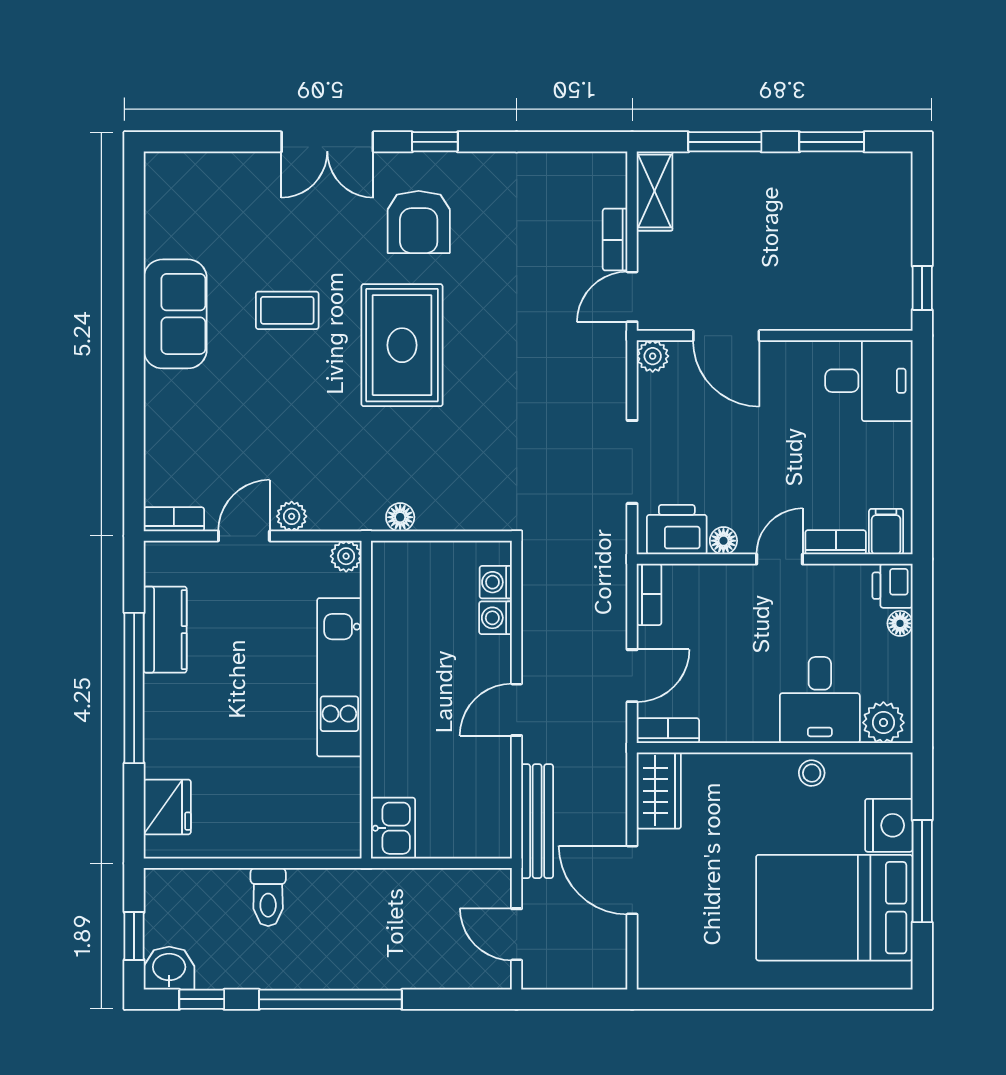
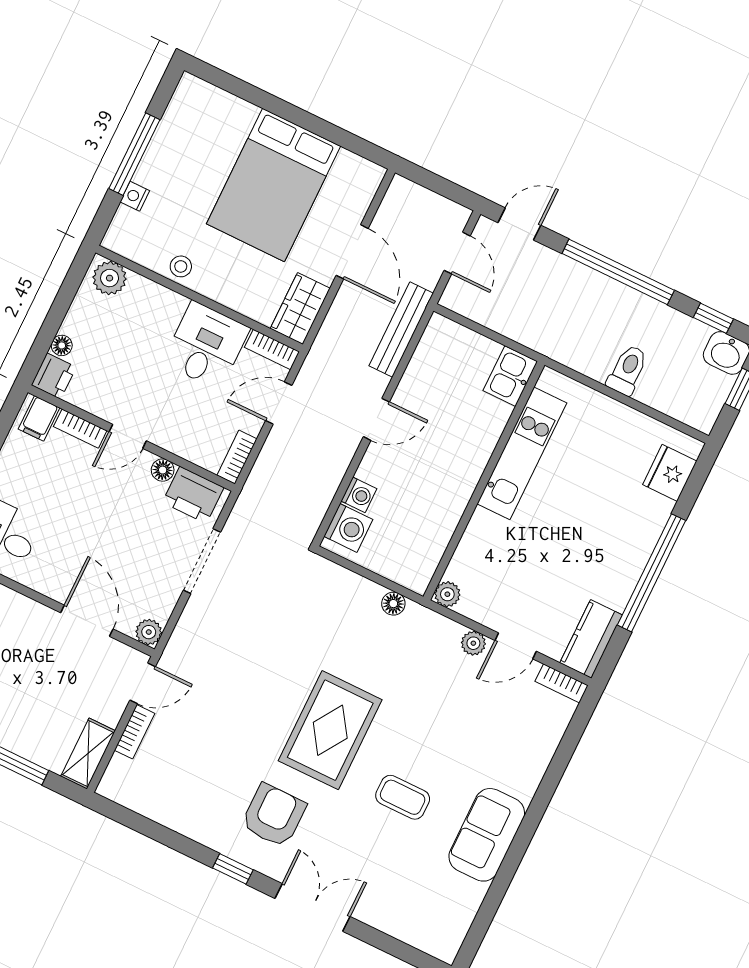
washing machine: (496, 582) -> (348, 528), width x1.38, depth x1.38
kitchen counter: (165, 630) -> (591, 639), moved
kitchen unit: (339, 677) -> (522, 453), moved
desk: (820, 700) -> (206, 345), moved
nightstand: (889, 825) -> (135, 196), width x0.53, depth x0.56
bed: (834, 908) -> (274, 185), moved, turned 90
door: (464, 999) -> (519, 224), added

